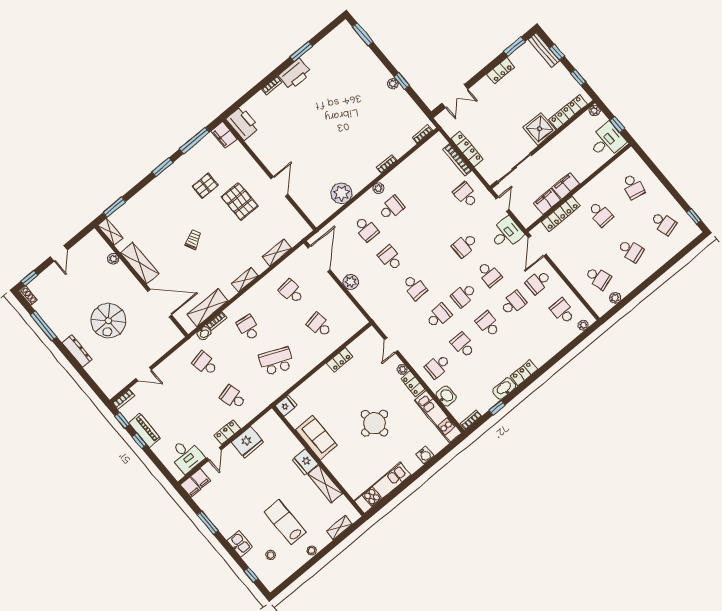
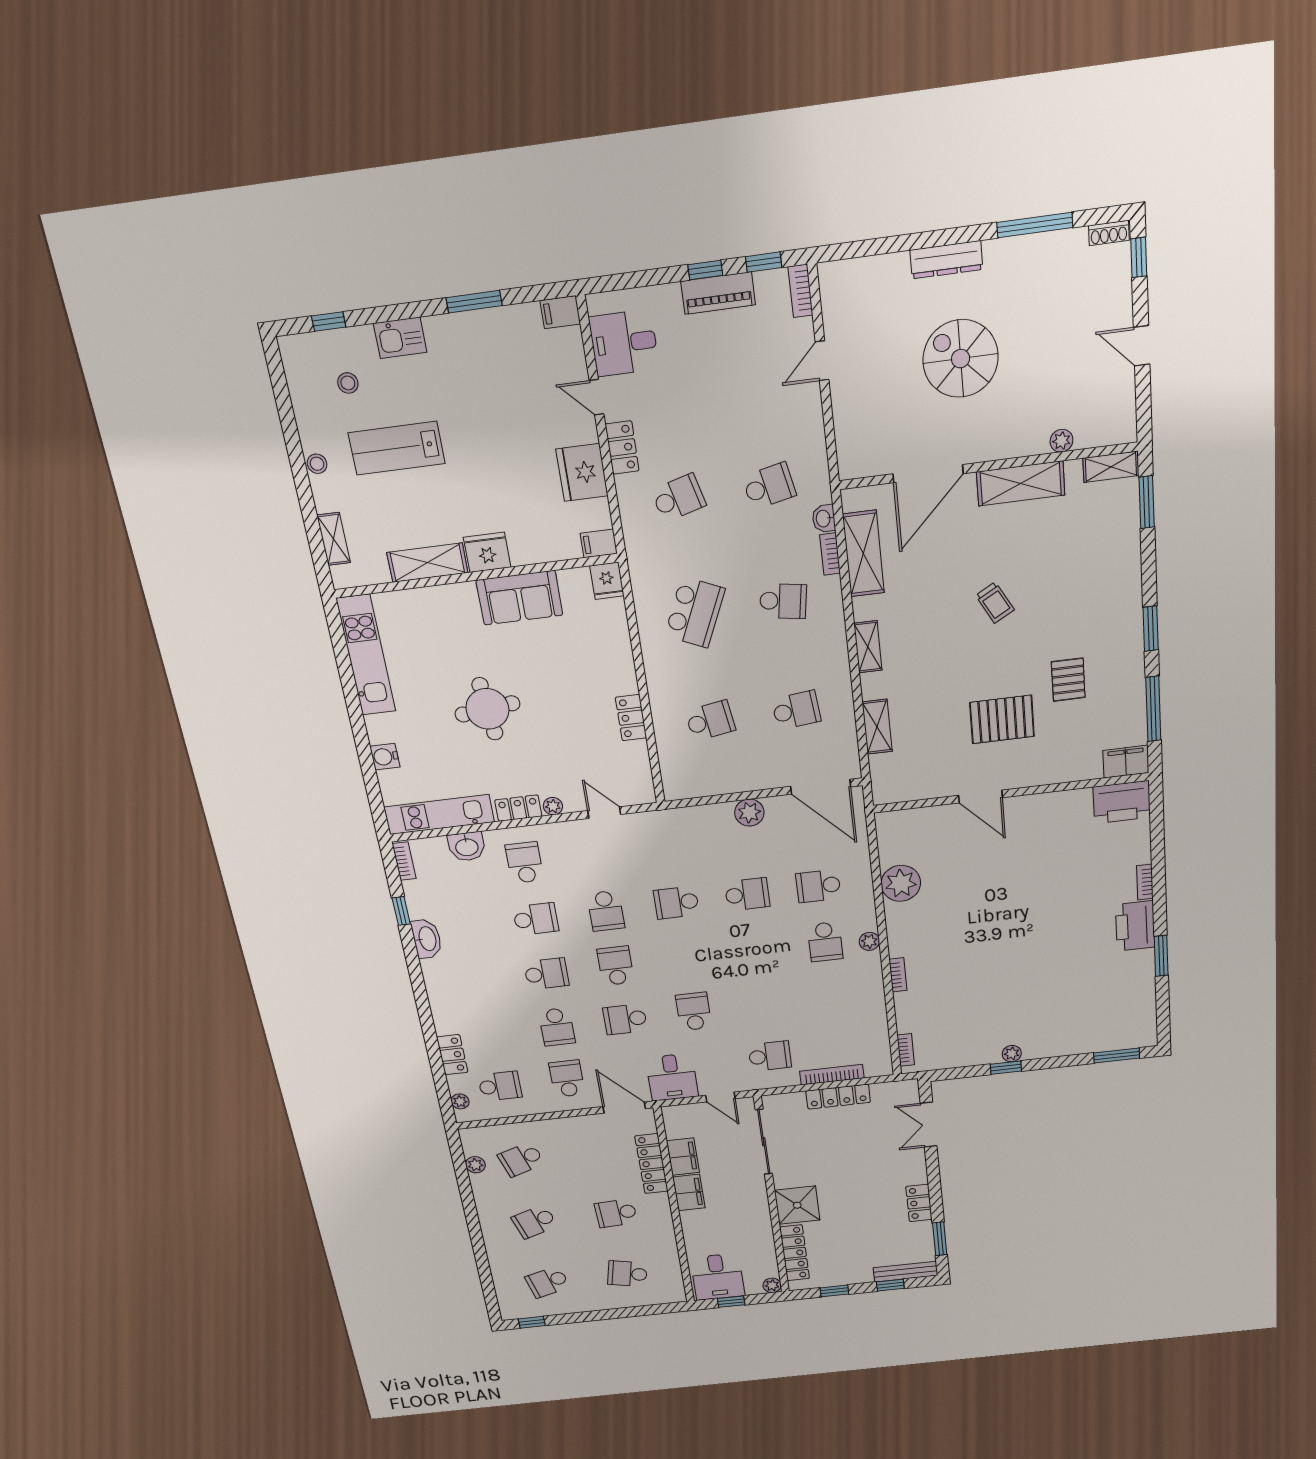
locker: (524, 373) -> (452, 1055), moved
filing cabinet: (200, 478) -> (599, 543), moved
lab bench: (285, 522) -> (397, 448), turned 180

